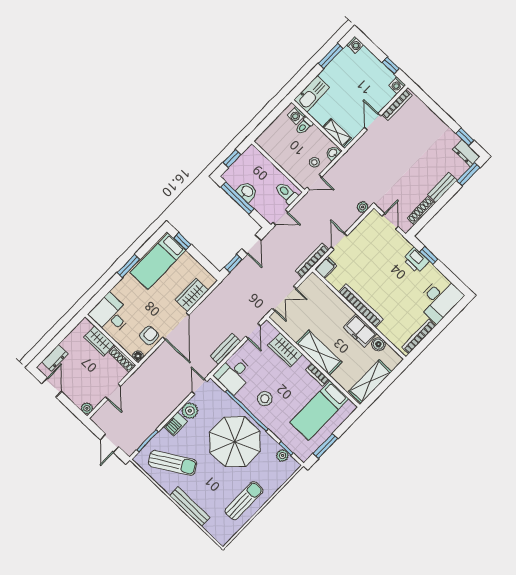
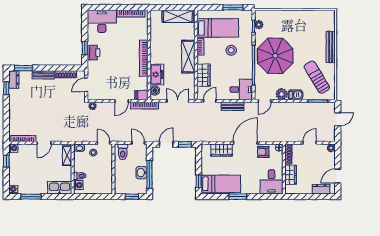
freezer: (360, 331) -> (157, 75), moved
boiler: (378, 344) -> (155, 91), moved
stool: (265, 399) -> (231, 50), moved
sun lounger: (244, 501) -> (301, 22), removed

